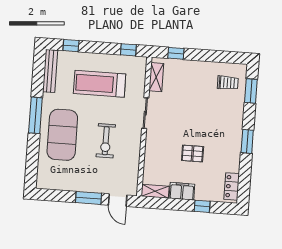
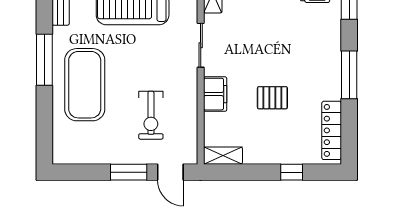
exercise bike: (106, 141) -> (151, 115), moved
window: (247, 141) -> (349, 75), width x1.44
locker: (232, 186) -> (332, 130), width x1.53
filing cabinet: (182, 191) -> (215, 94), moved, turned 90

